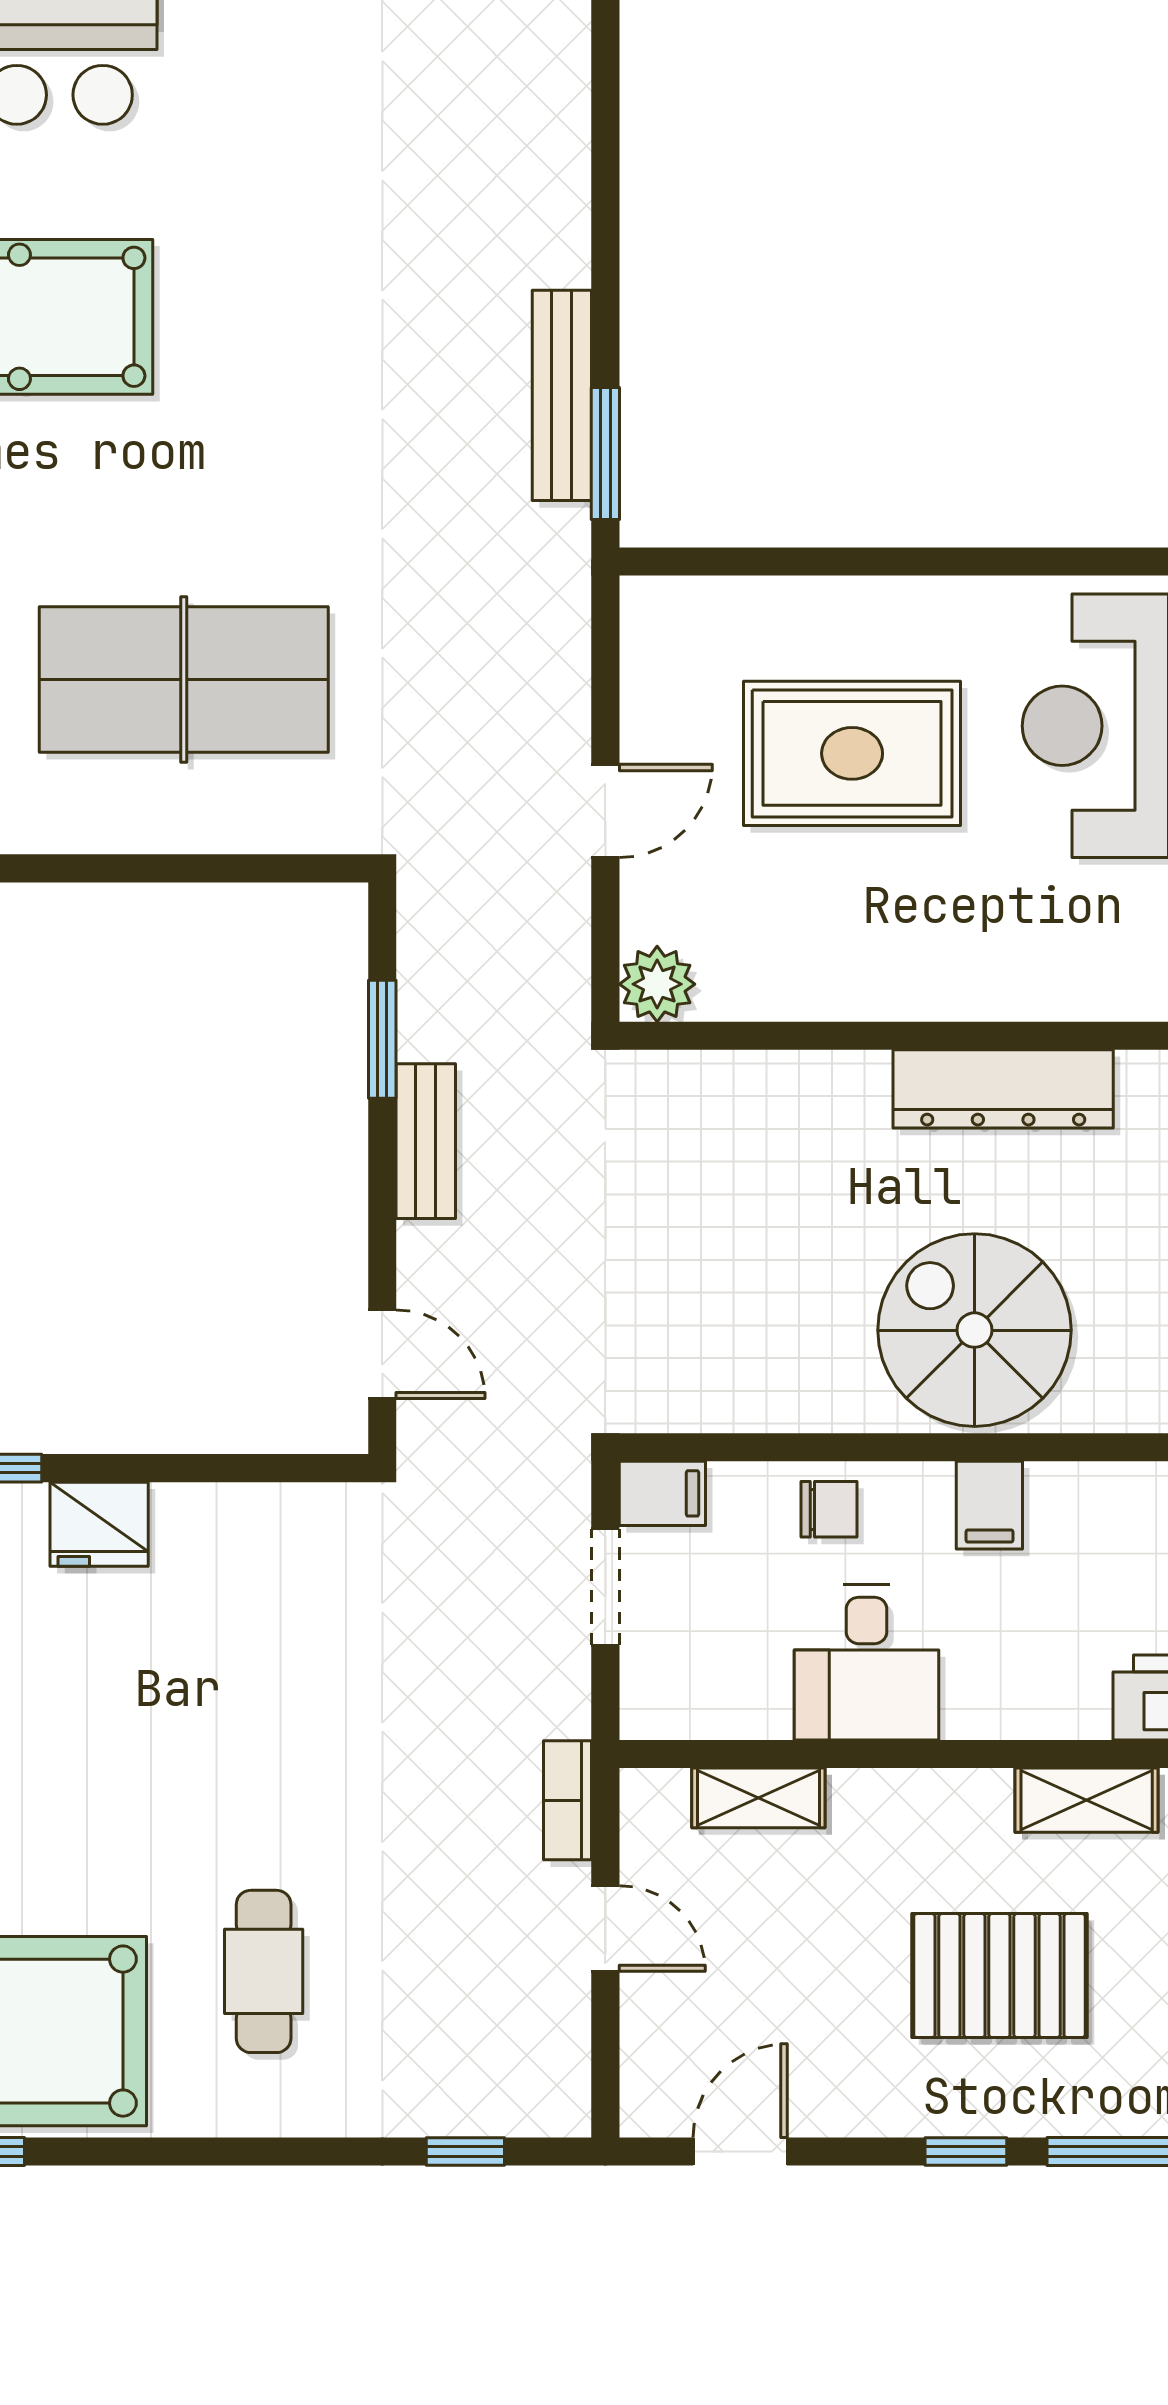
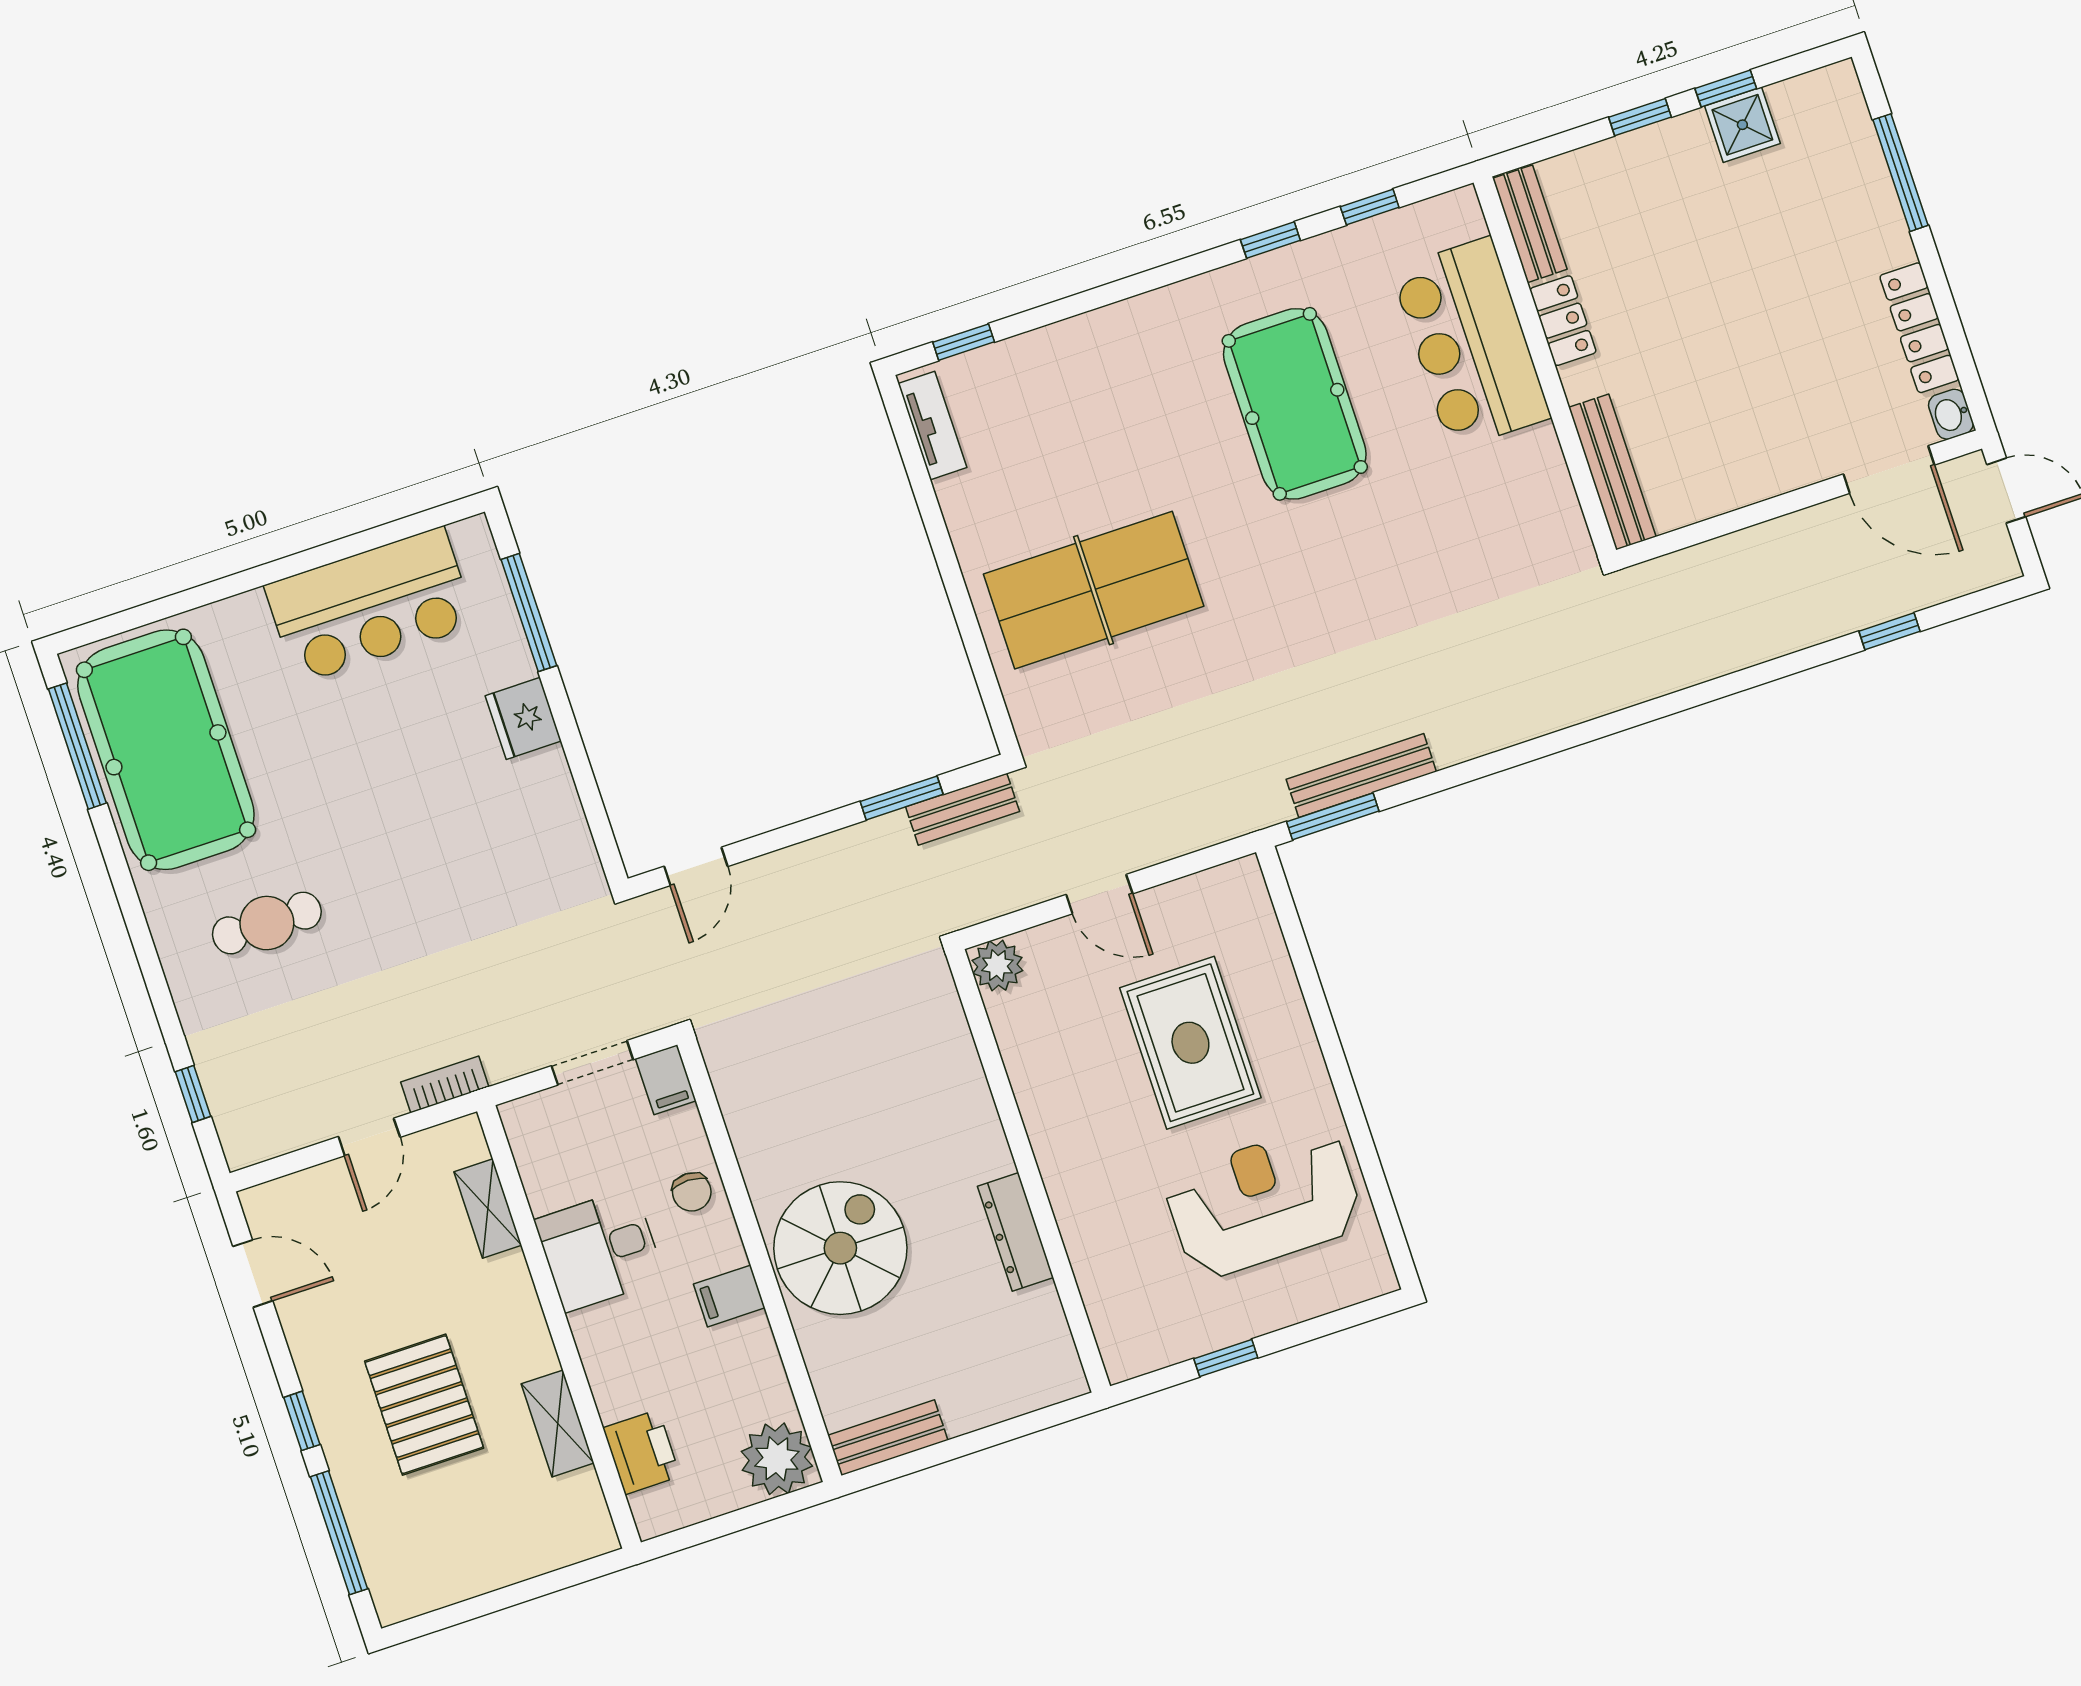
table tennis table: (184, 680) -> (1094, 590), turned 90
dresser: (1003, 1089) -> (1016, 1232), width x0.73, depth x0.80
bench: (426, 1141) -> (963, 809), moved

